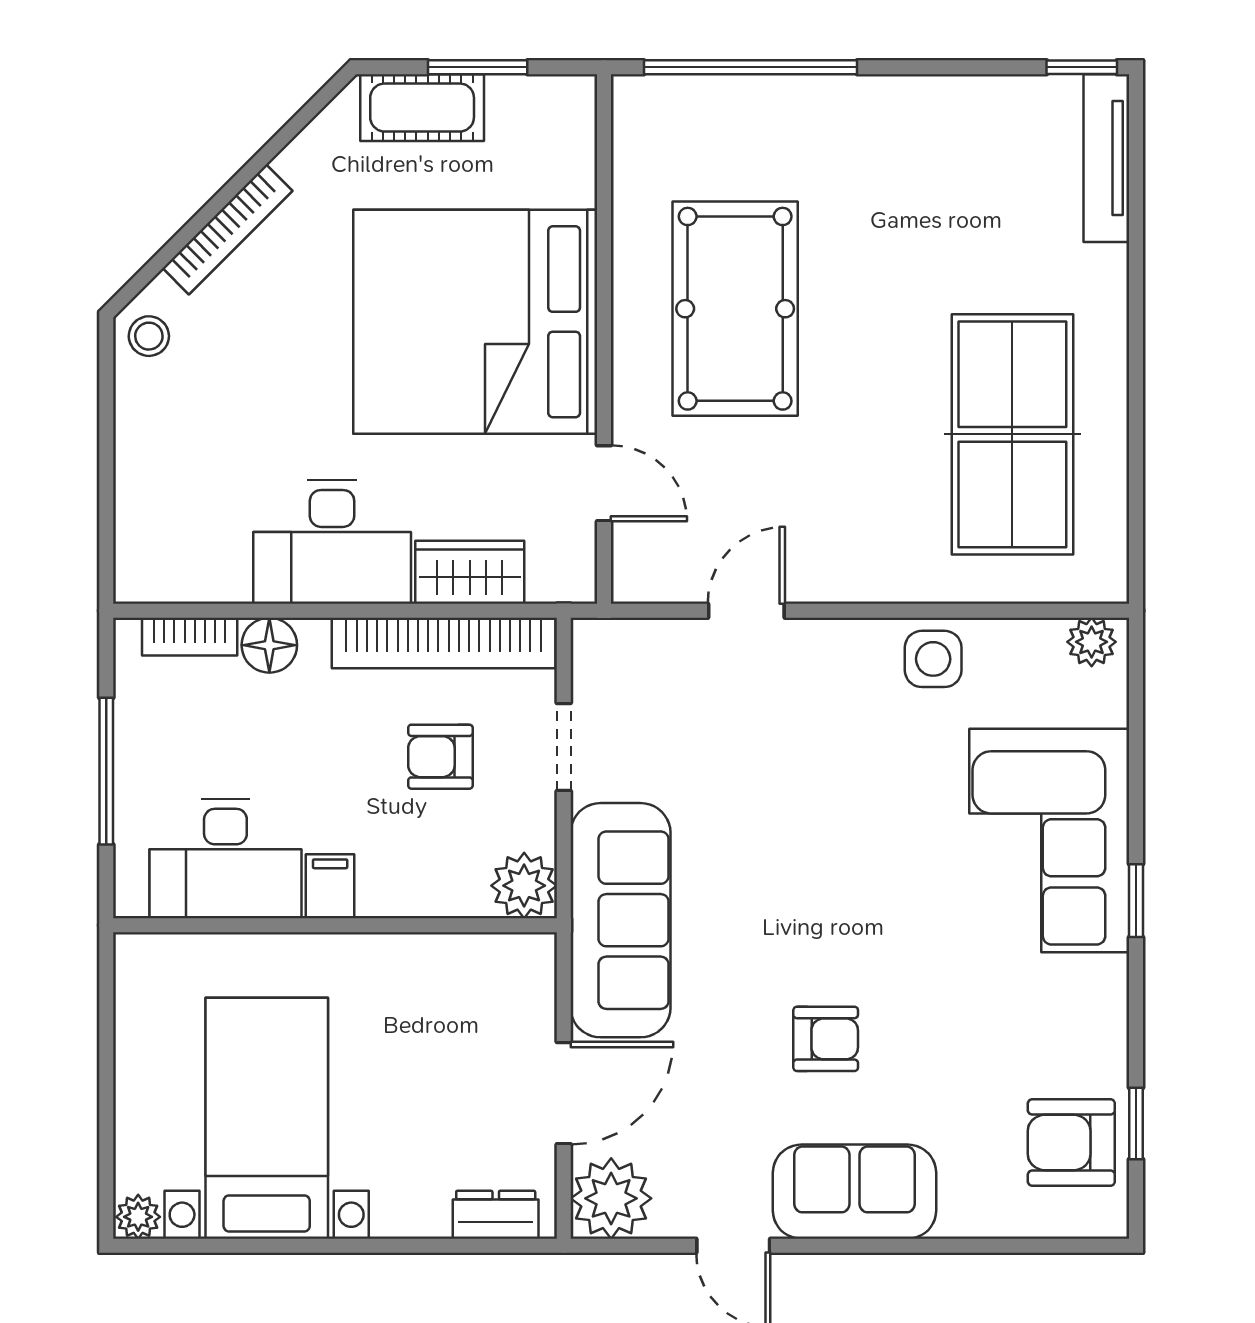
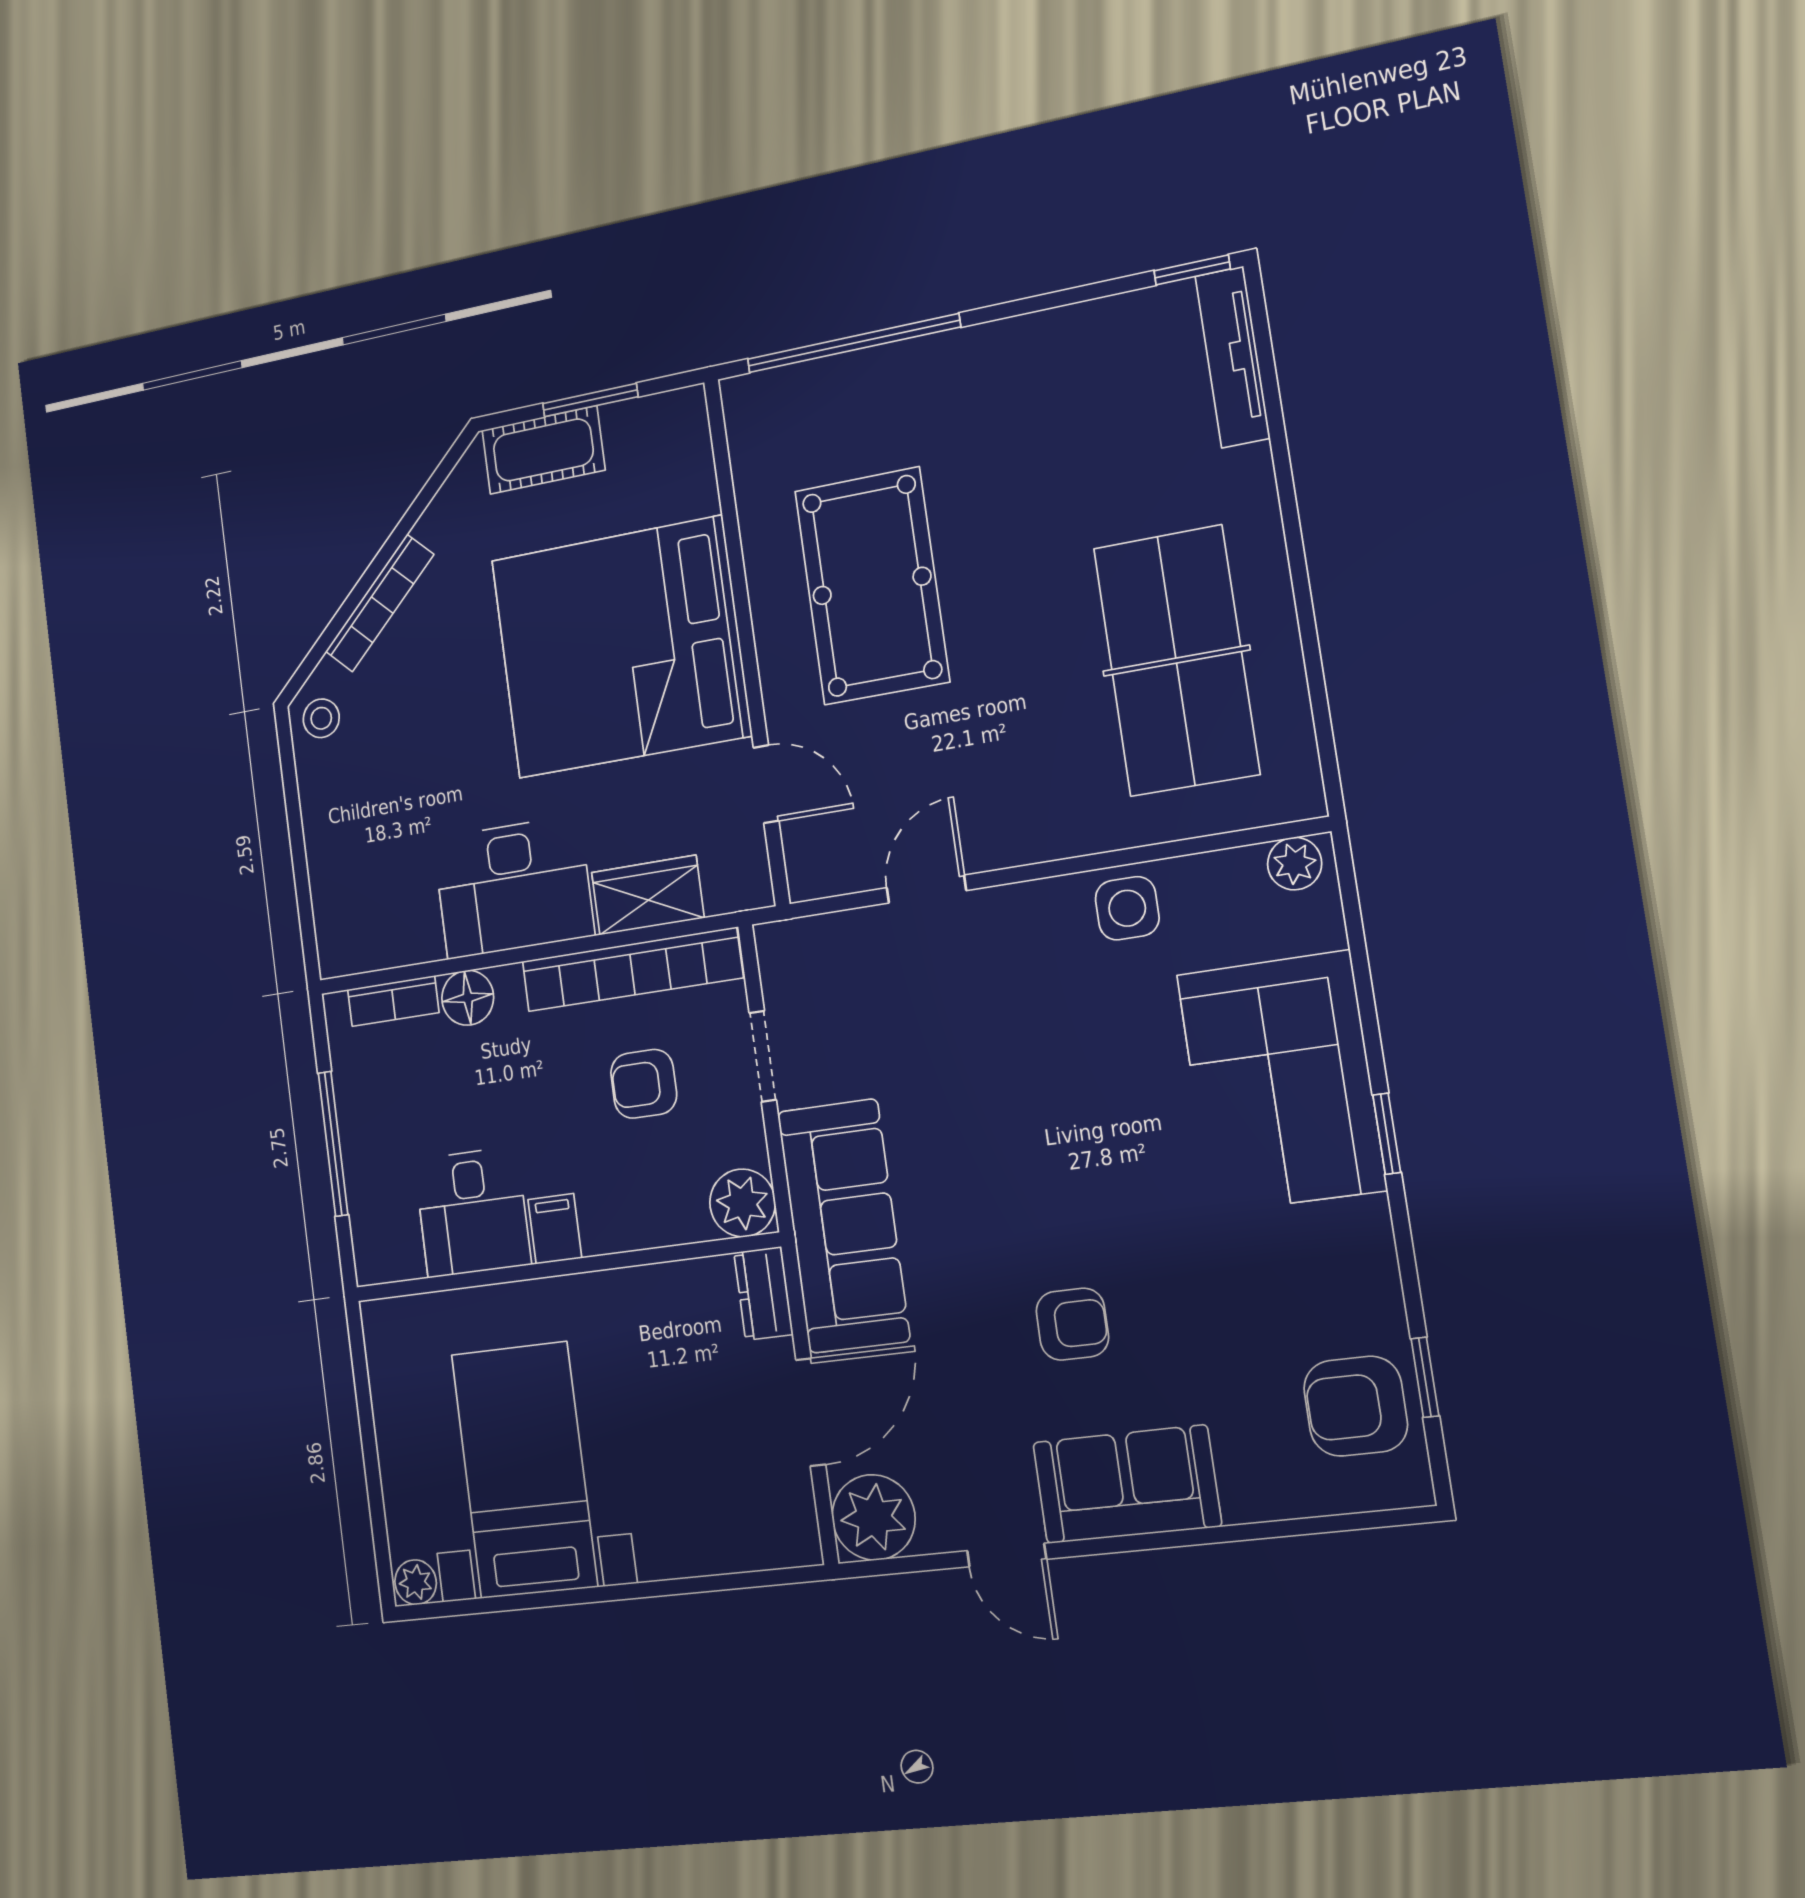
desk: (225, 859) -> (472, 1212), width x0.73
dresser: (496, 1215) -> (763, 1293), moved, turned -90

